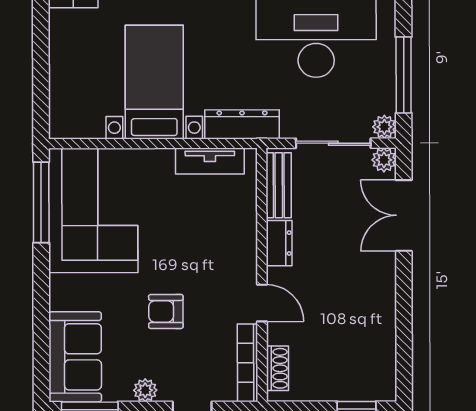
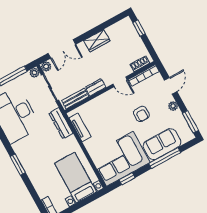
bed with nightstands: (154, 82) -> (75, 178), moved, turned 90
window: (41, 202) -> (127, 179), width x0.46
wardrobe: (380, 302) -> (97, 41), added
door: (262, 303) -> (120, 82), swing flipped
window: (41, 310) -> (165, 158), added
sofa: (75, 357) -> (162, 144), moved

